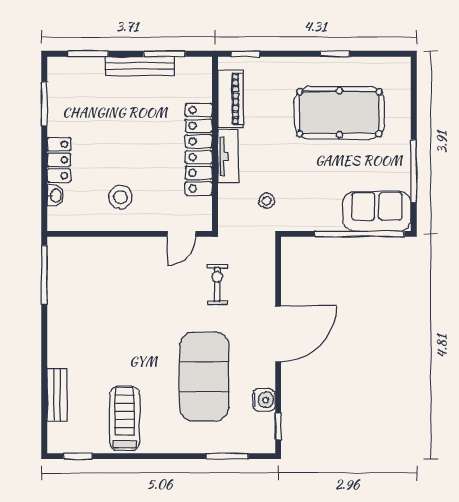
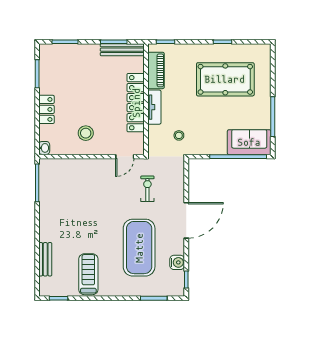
bench: (140, 66) -> (122, 50), moved
washbasin: (55, 196) -> (44, 148), moved

